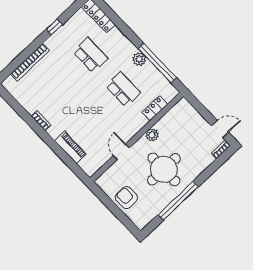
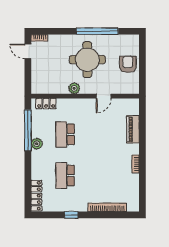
locker: (155, 108) -> (46, 104), moved
armchair: (126, 197) -> (128, 64), turned 180

